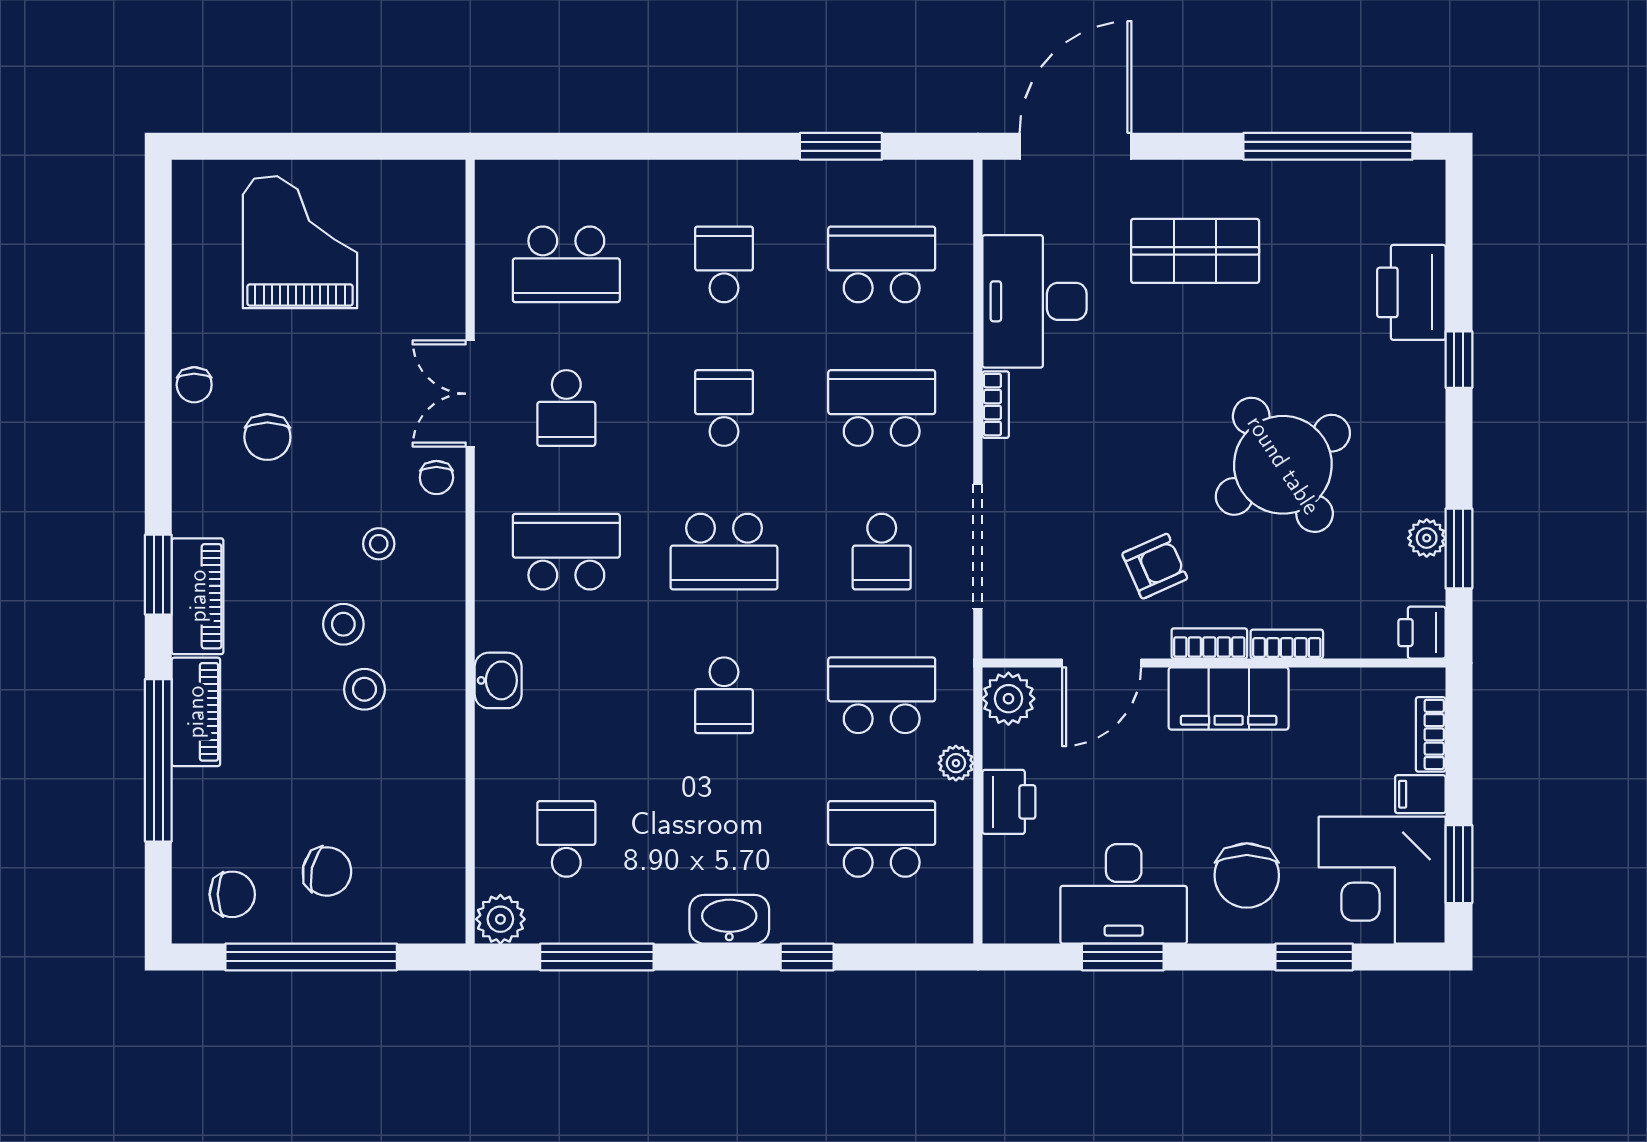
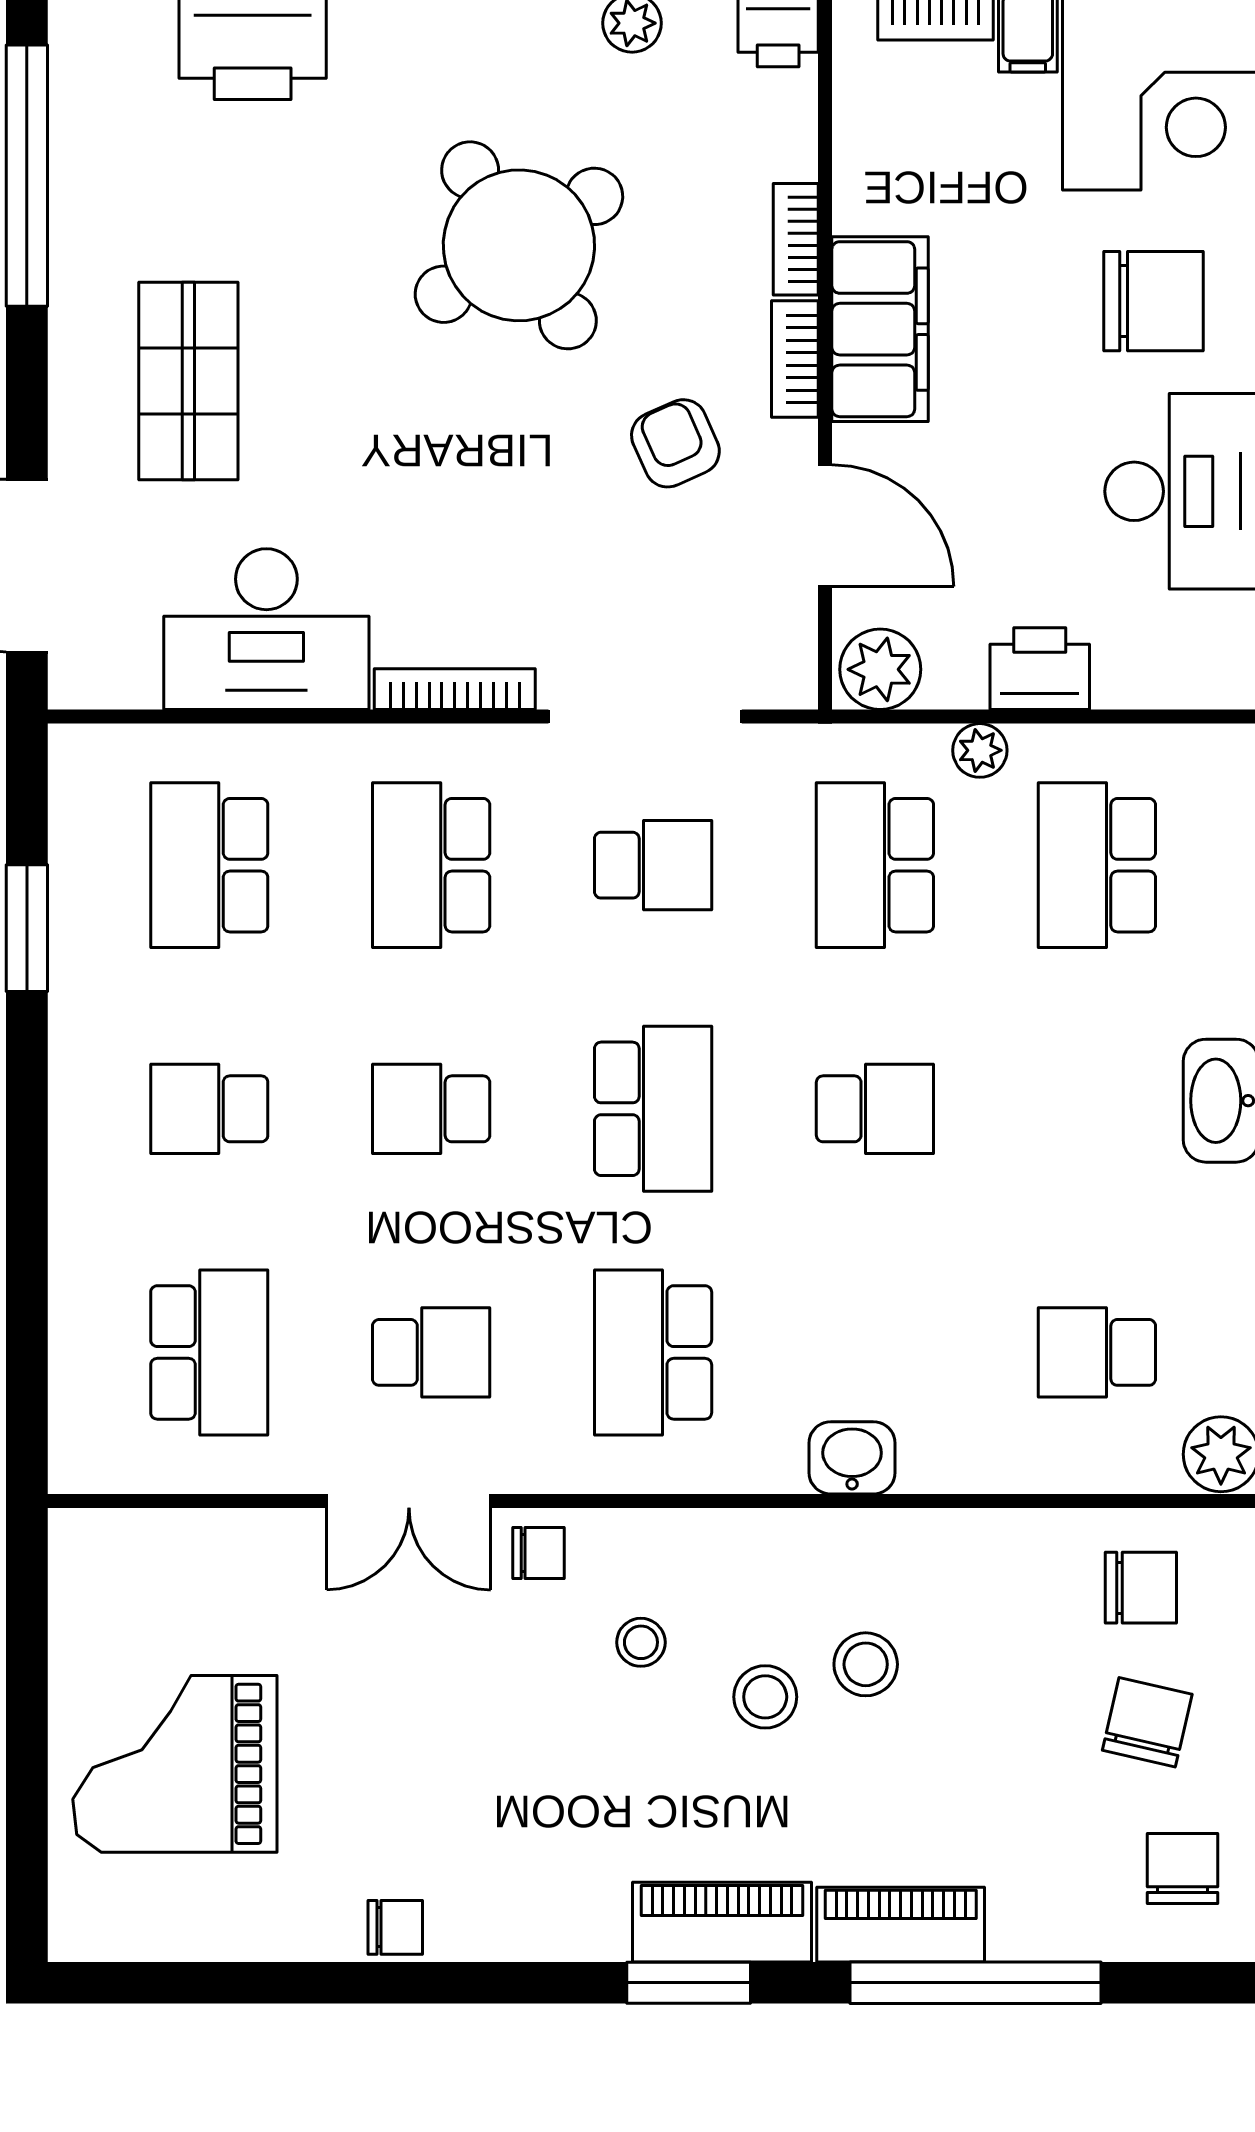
bookcase: (996, 405) -> (455, 689), width x1.56
chair: (267, 437) -> (1141, 1588), moved

